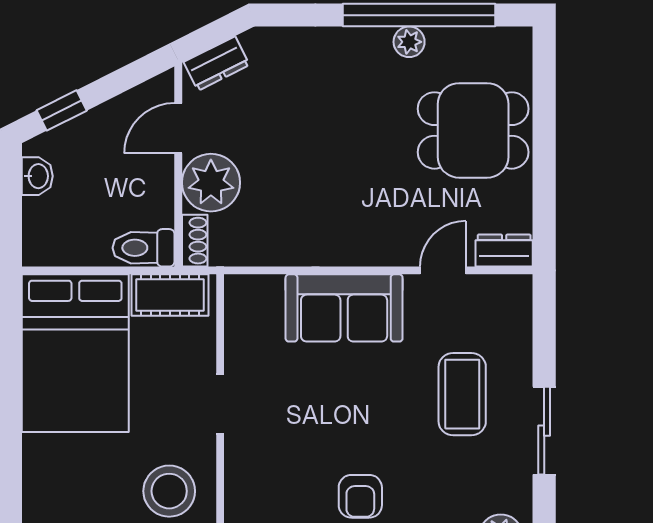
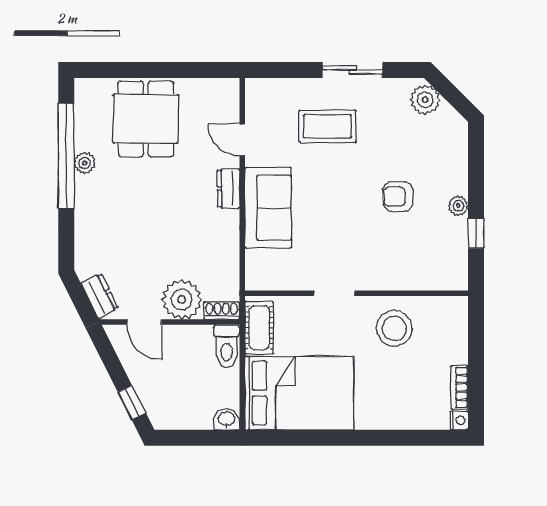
washbasin: (37, 176) -> (226, 419), moved
dresser: (504, 251) -> (228, 189), moved
armchair: (360, 496) -> (398, 197), turned 180

